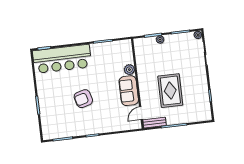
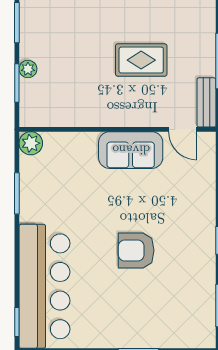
plant: (129, 70) -> (31, 143), moved
rug: (170, 91) -> (141, 60), width x0.73, depth x0.70
armchair: (83, 99) -> (136, 250), turned 105

